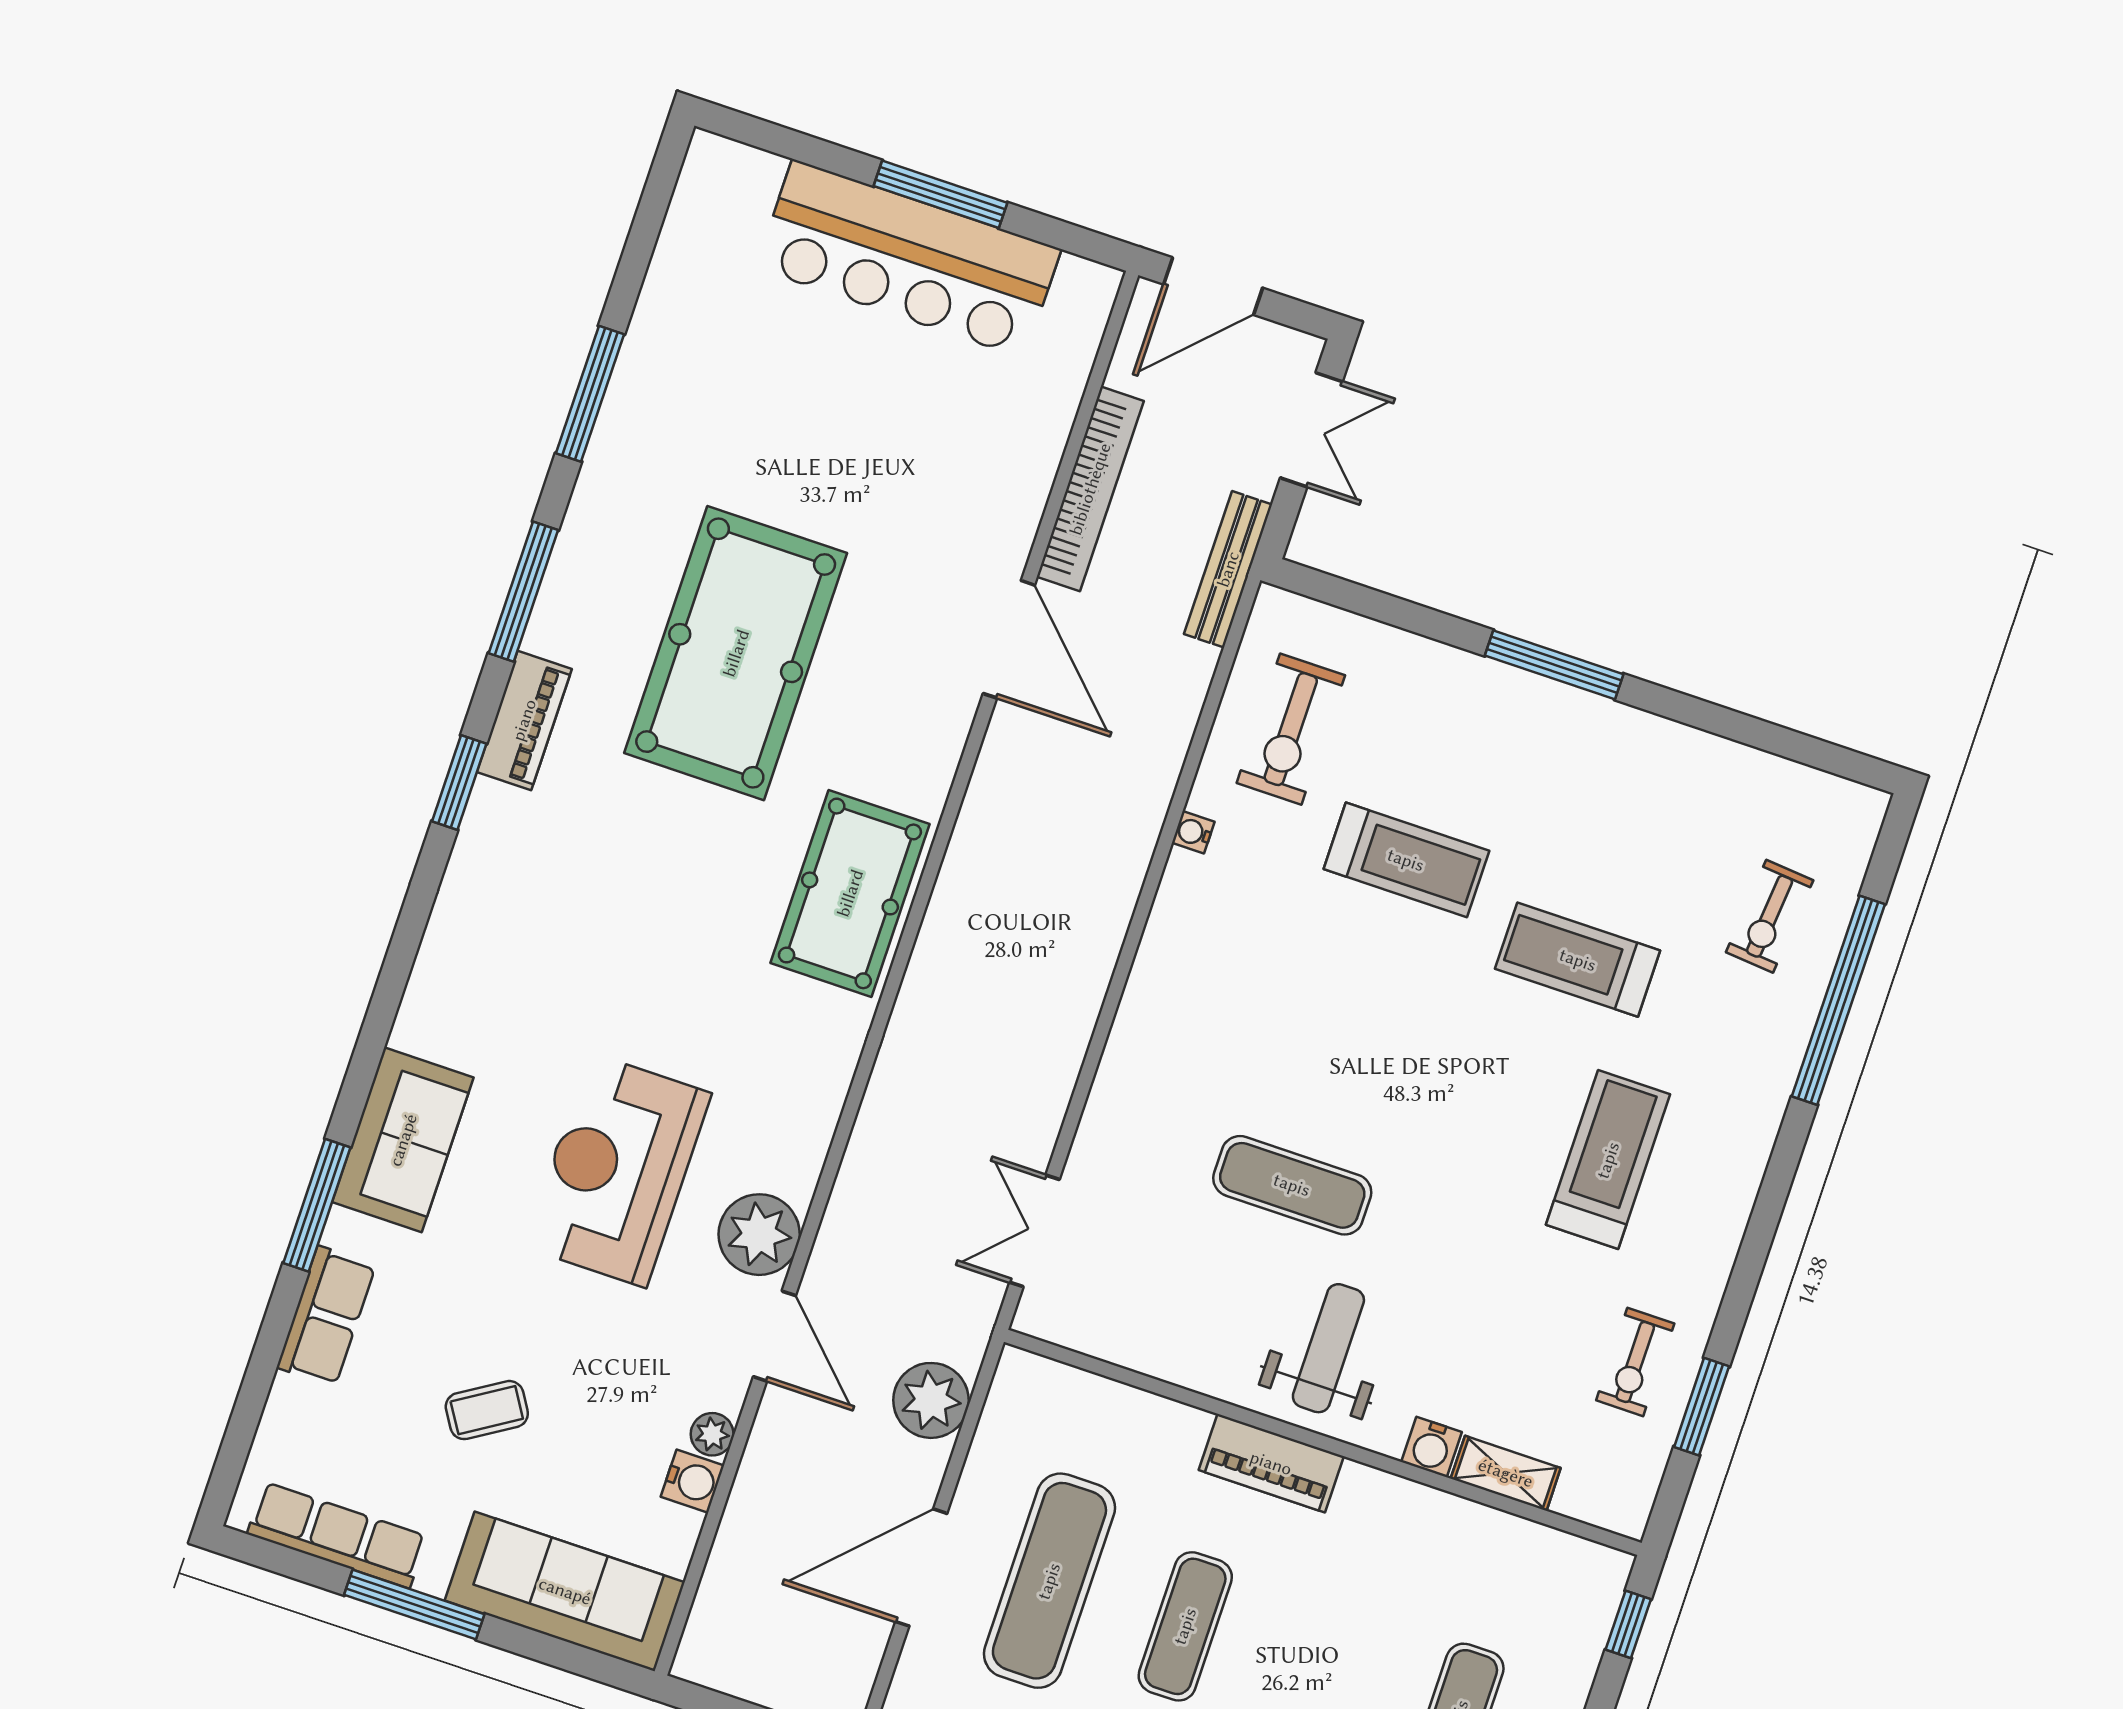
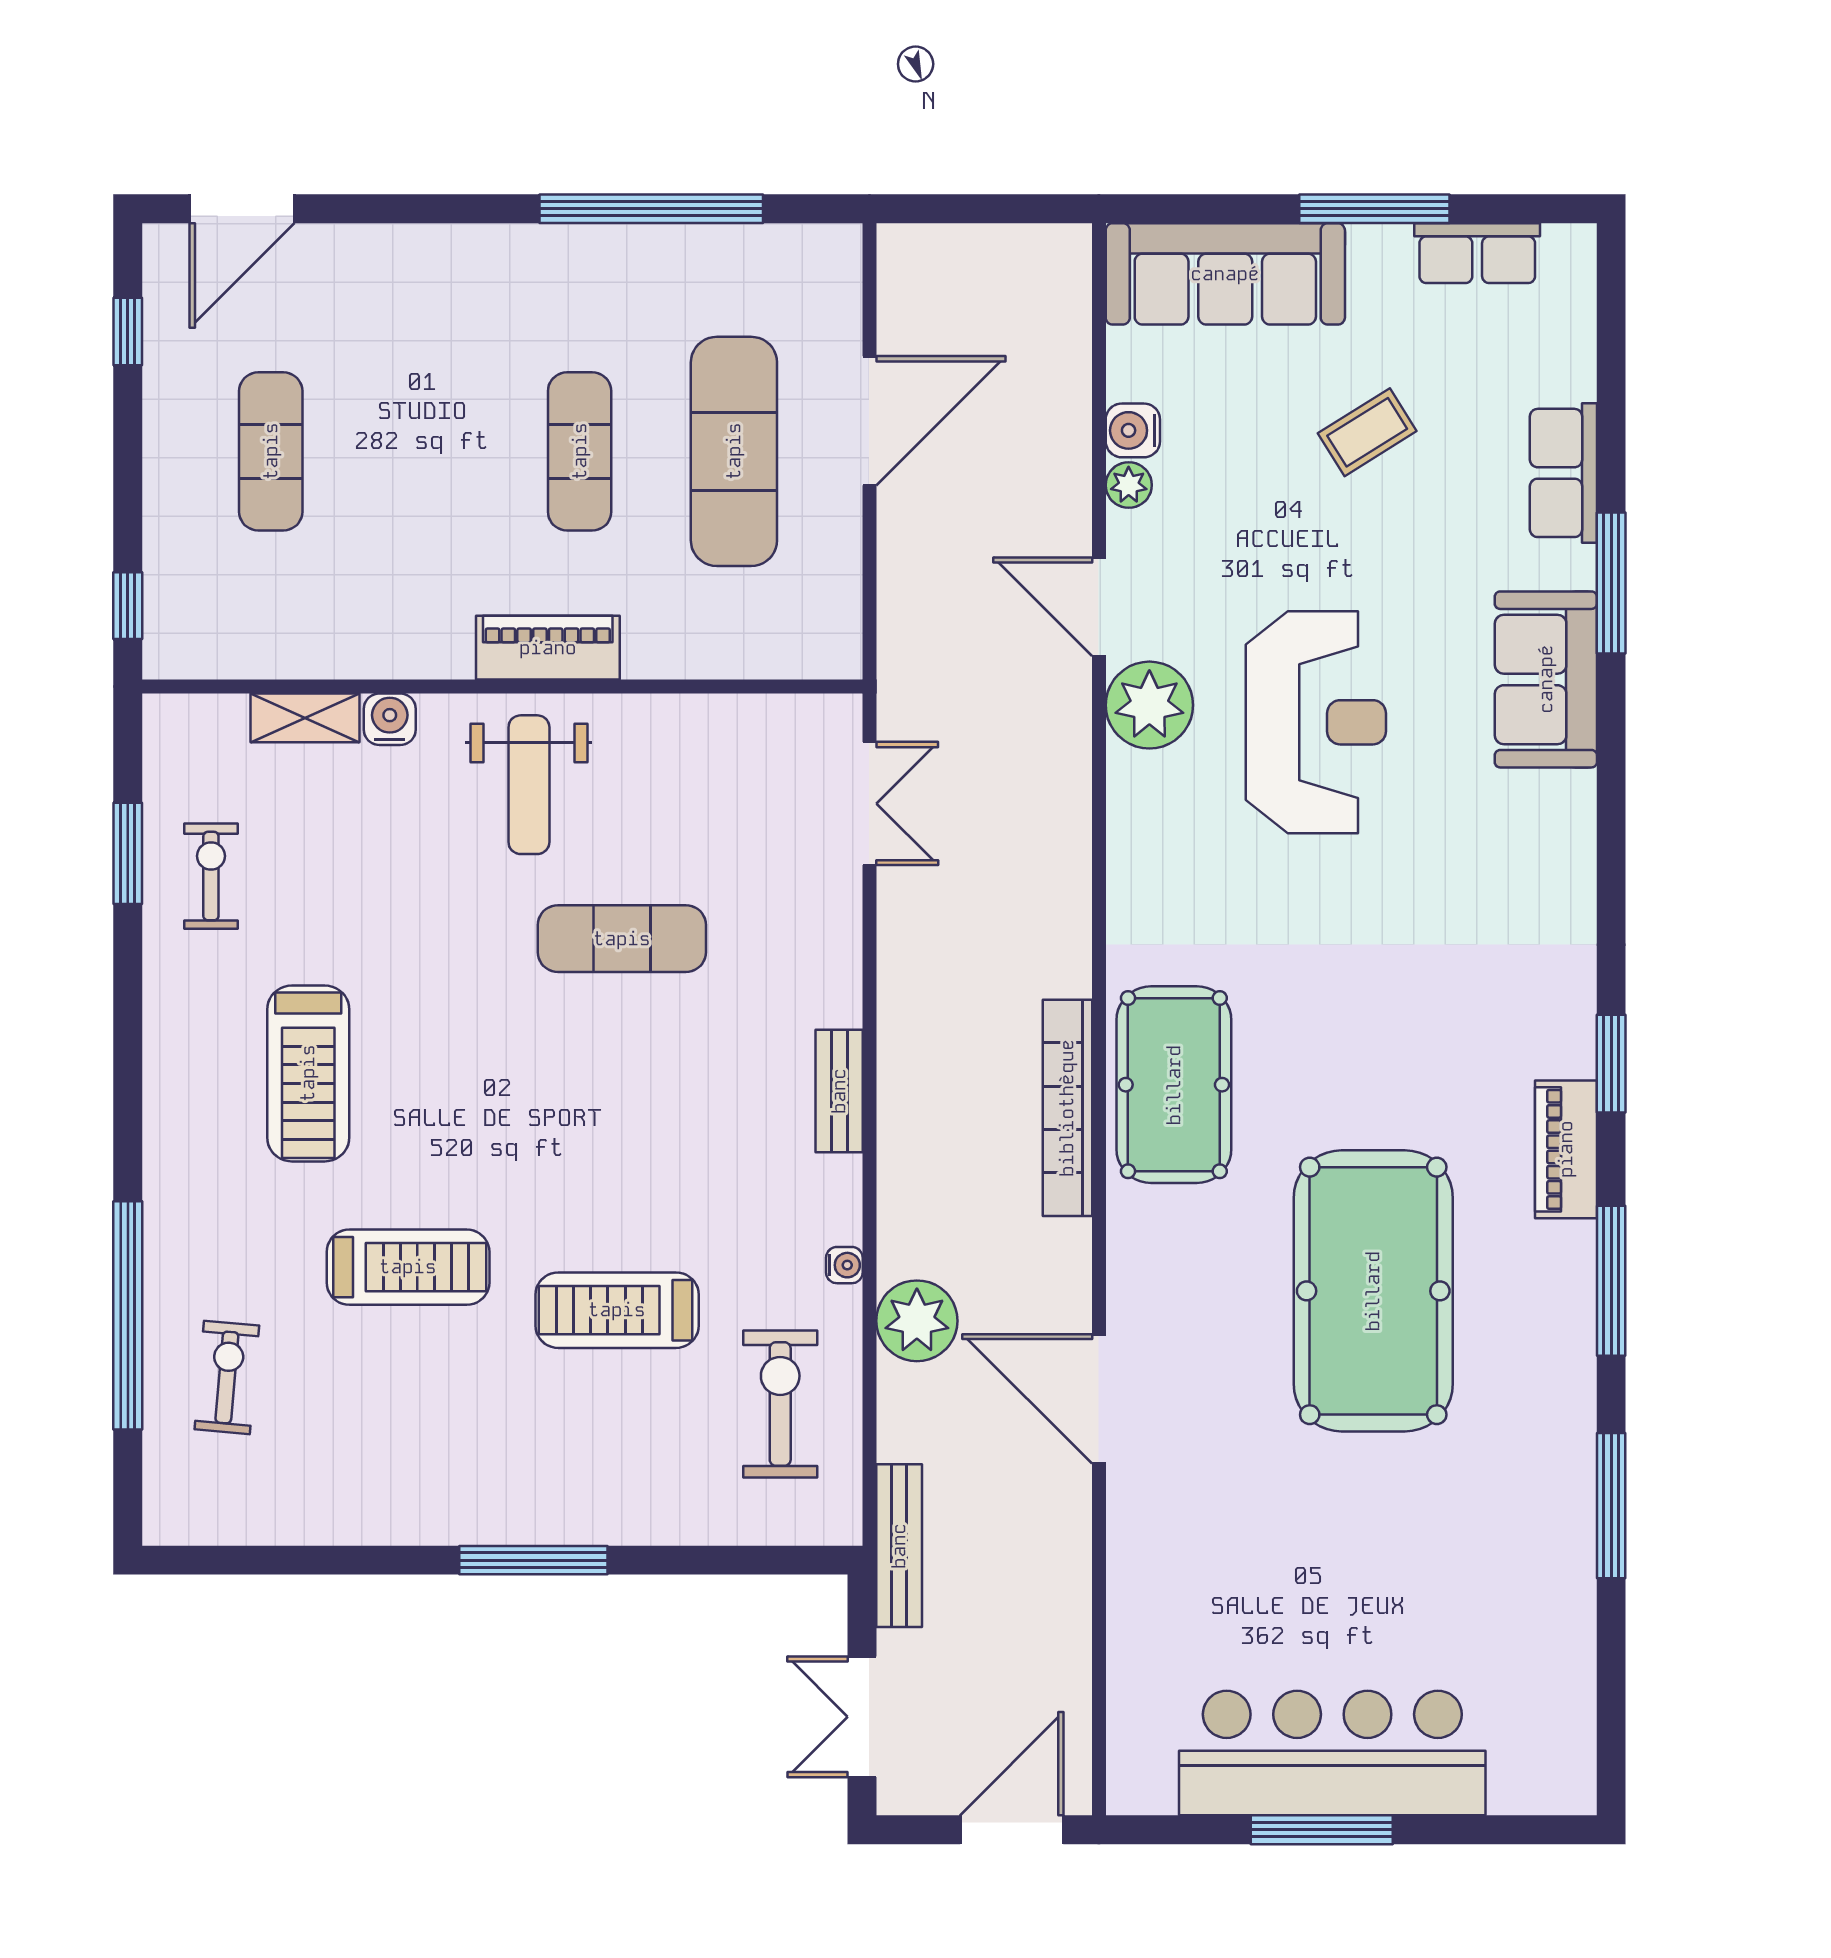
bookcase: (1090, 489) -> (1067, 1108), moved
bench: (1146, 987) -> (839, 1091), added
plant: (931, 1400) -> (917, 1321), moved
row of seats: (337, 1535) -> (1477, 253), width x0.68

